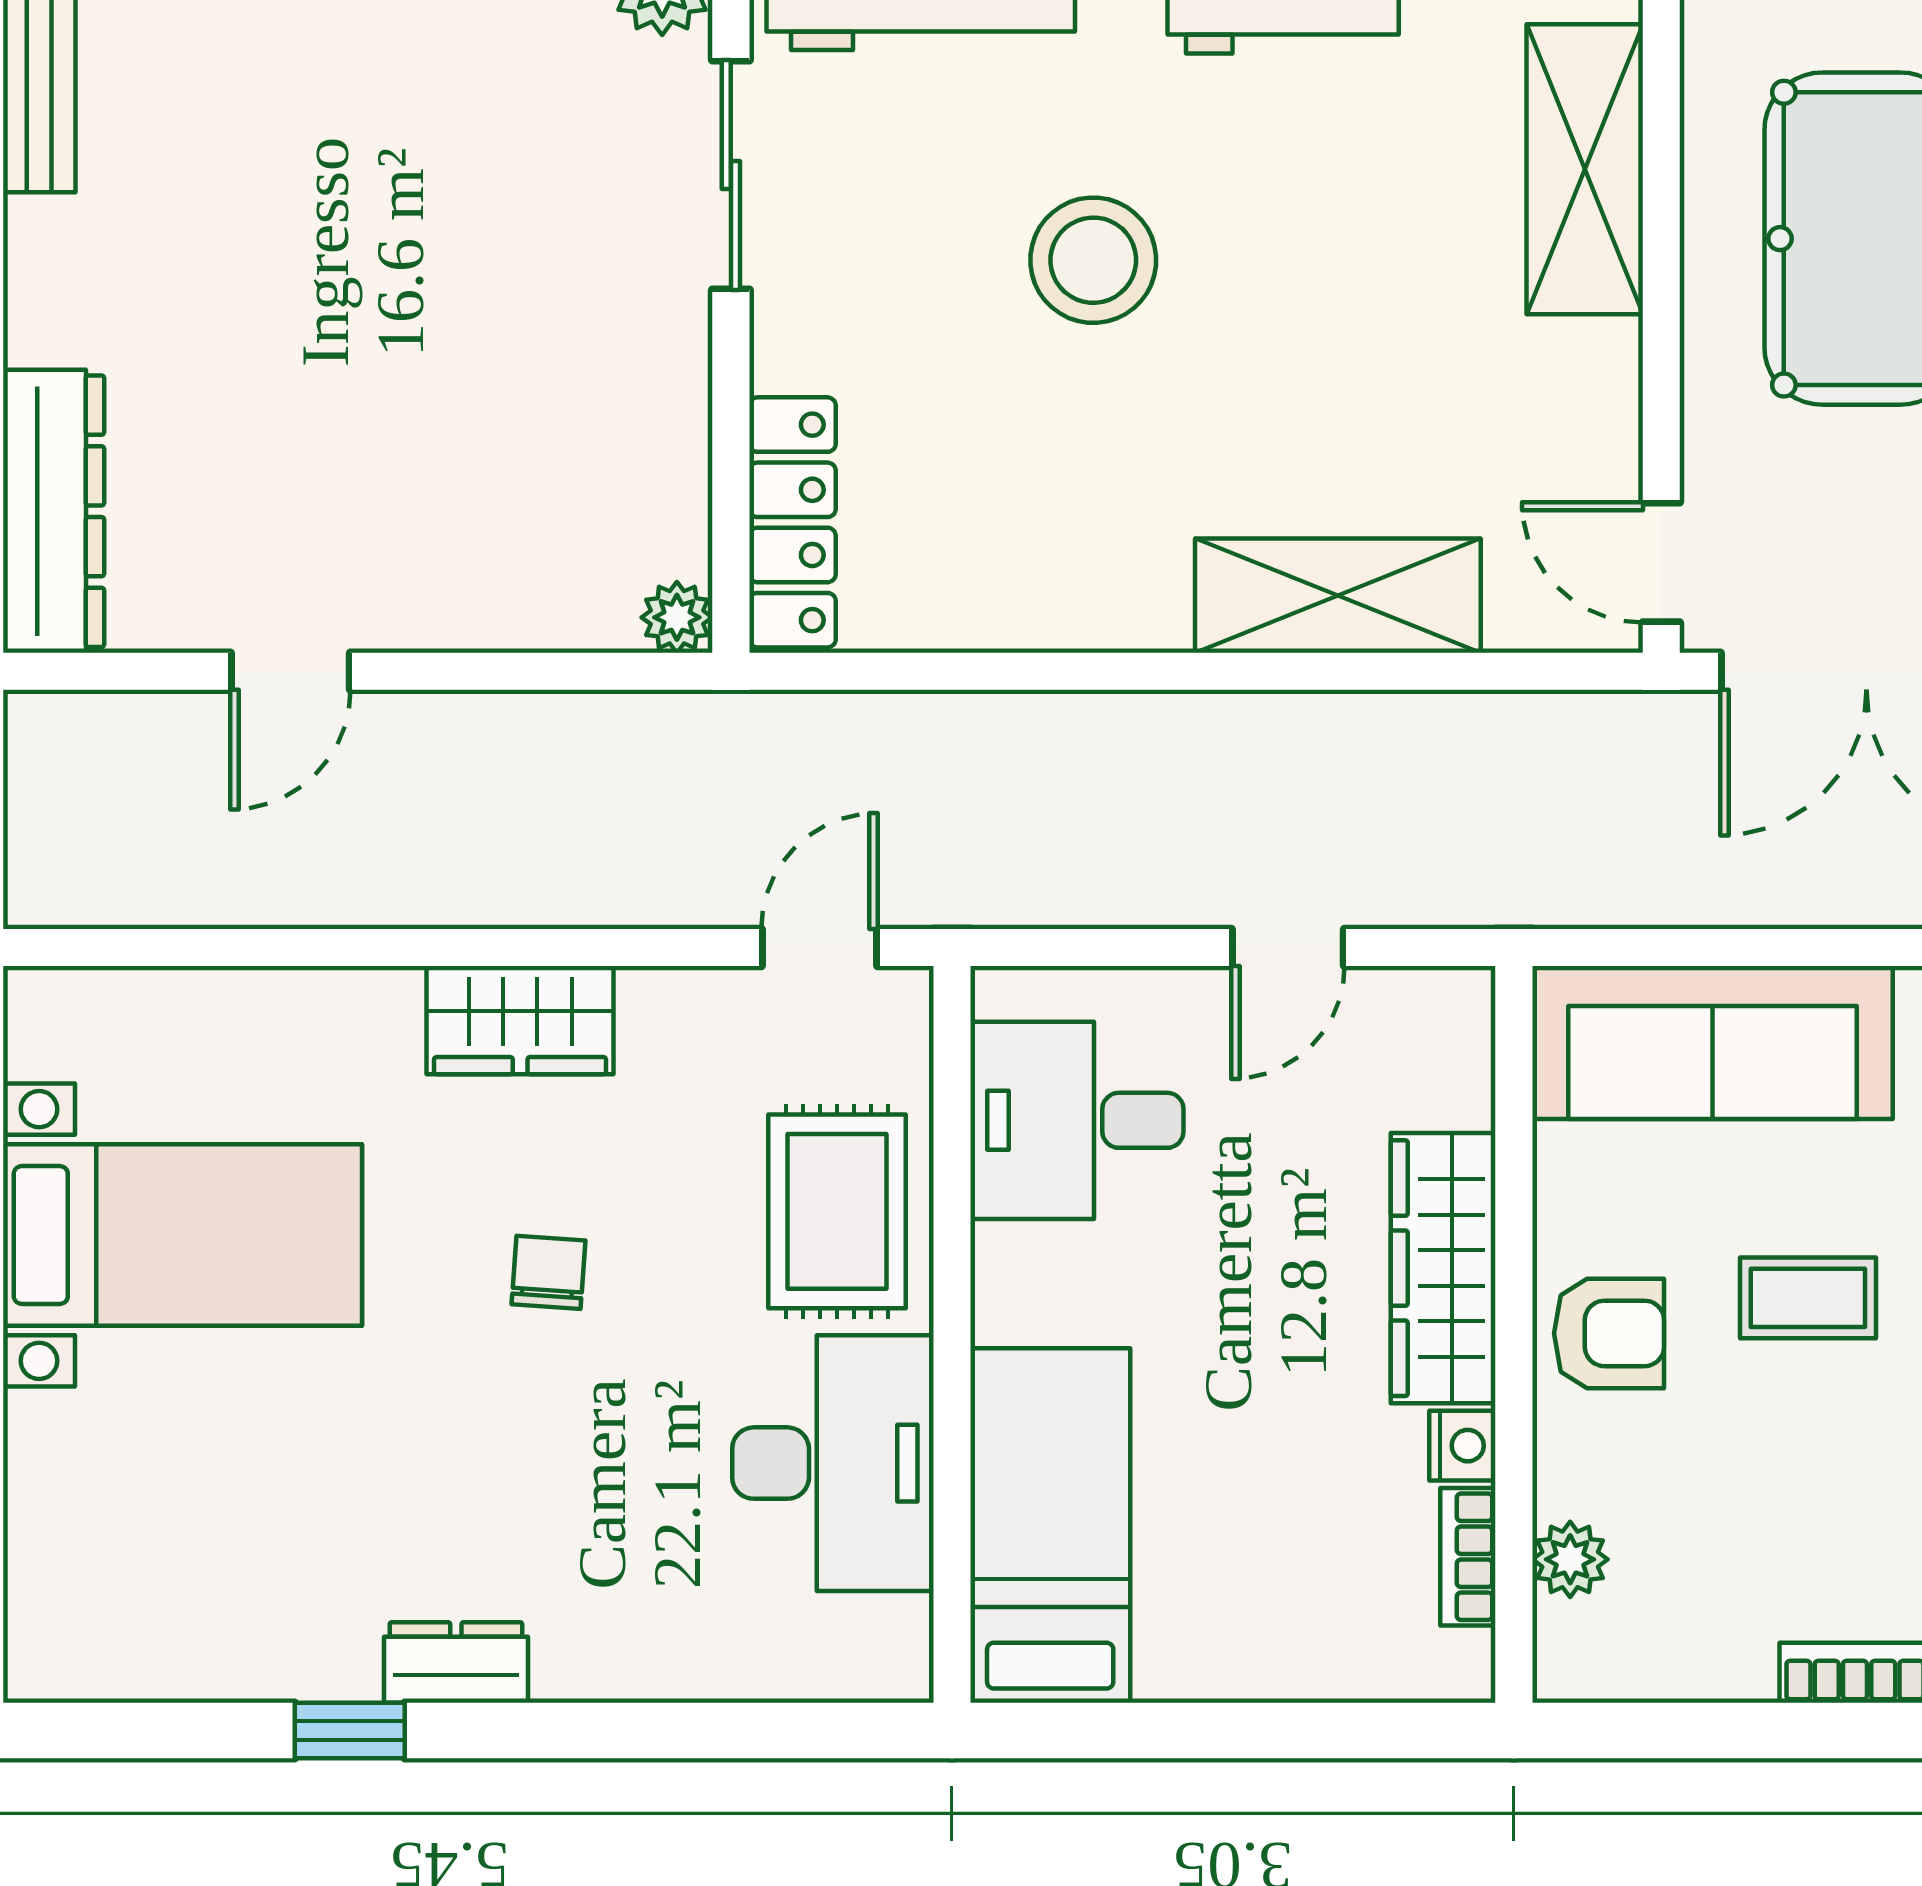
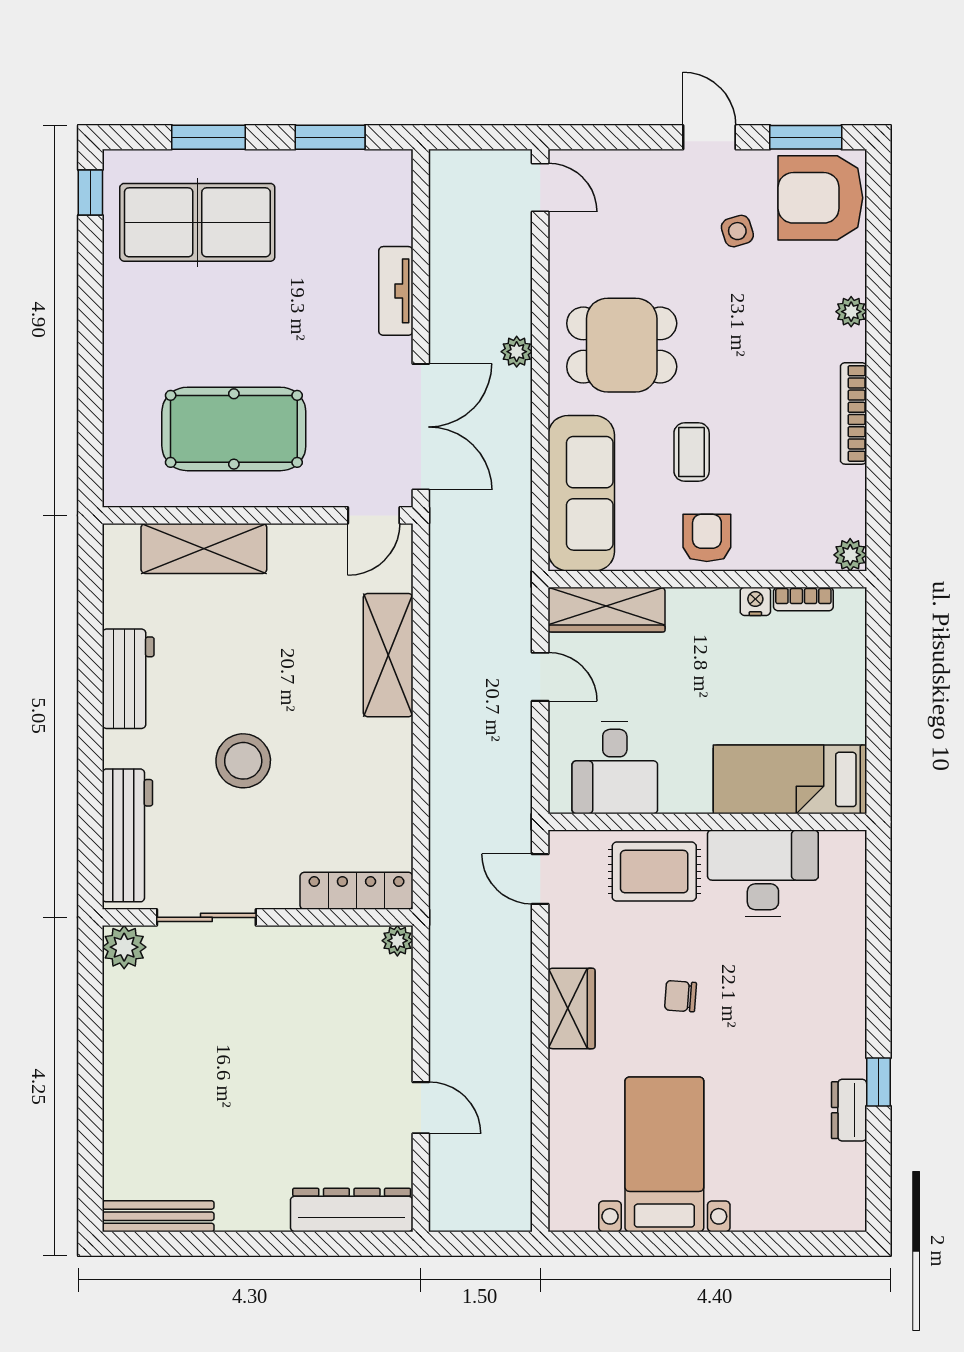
wardrobe: (1443, 1268) -> (607, 610), moved
plant: (1570, 1559) -> (850, 555), moved
dresser: (456, 1662) -> (849, 1110), moved

